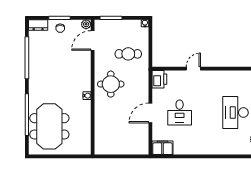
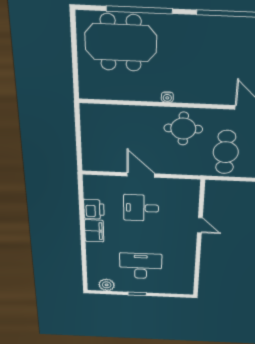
cafe table: (128, 54) -> (226, 152), width x1.37, depth x1.35
printer: (159, 79) -> (94, 209), moved, turned -90
filing cabinet: (163, 148) -> (94, 231), moved

